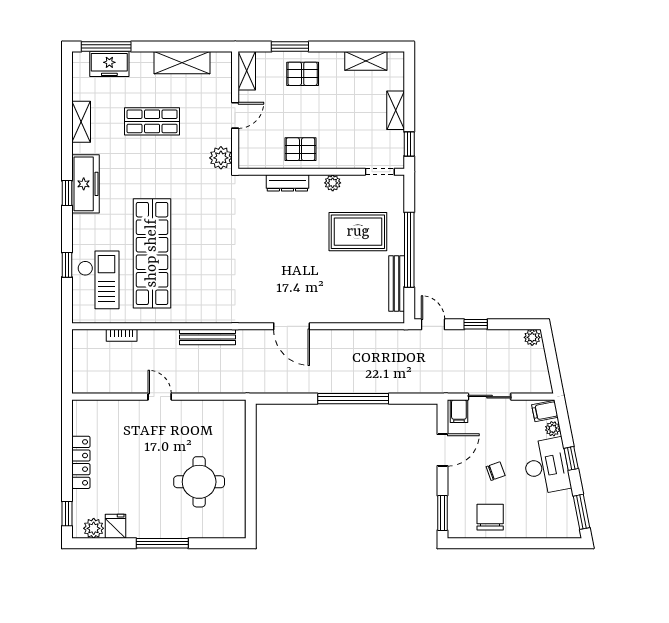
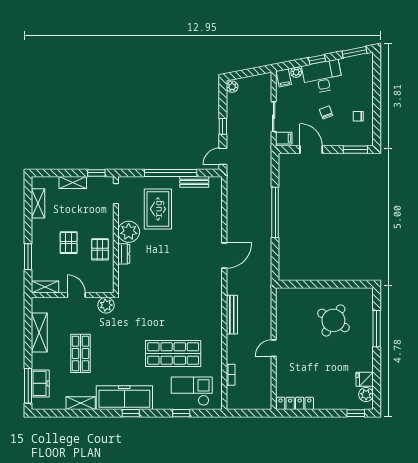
pallet: (303, 74) -> (69, 243), moved
dresser: (287, 183) -> (124, 254), width x0.70
plant: (333, 183) -> (129, 232), width x1.88, depth x1.88
freezer: (85, 184) -> (124, 398), width x1.36, depth x1.26
shop shelf: (152, 253) -> (173, 353), width x0.71
bench: (397, 284) -> (194, 182), width x0.73
locker: (81, 462) -> (295, 403), moved
round table: (199, 482) -> (333, 320), turned 32
chair: (490, 517) -> (358, 116), width x0.54, depth x0.54
window: (162, 543) -> (377, 329), moved

